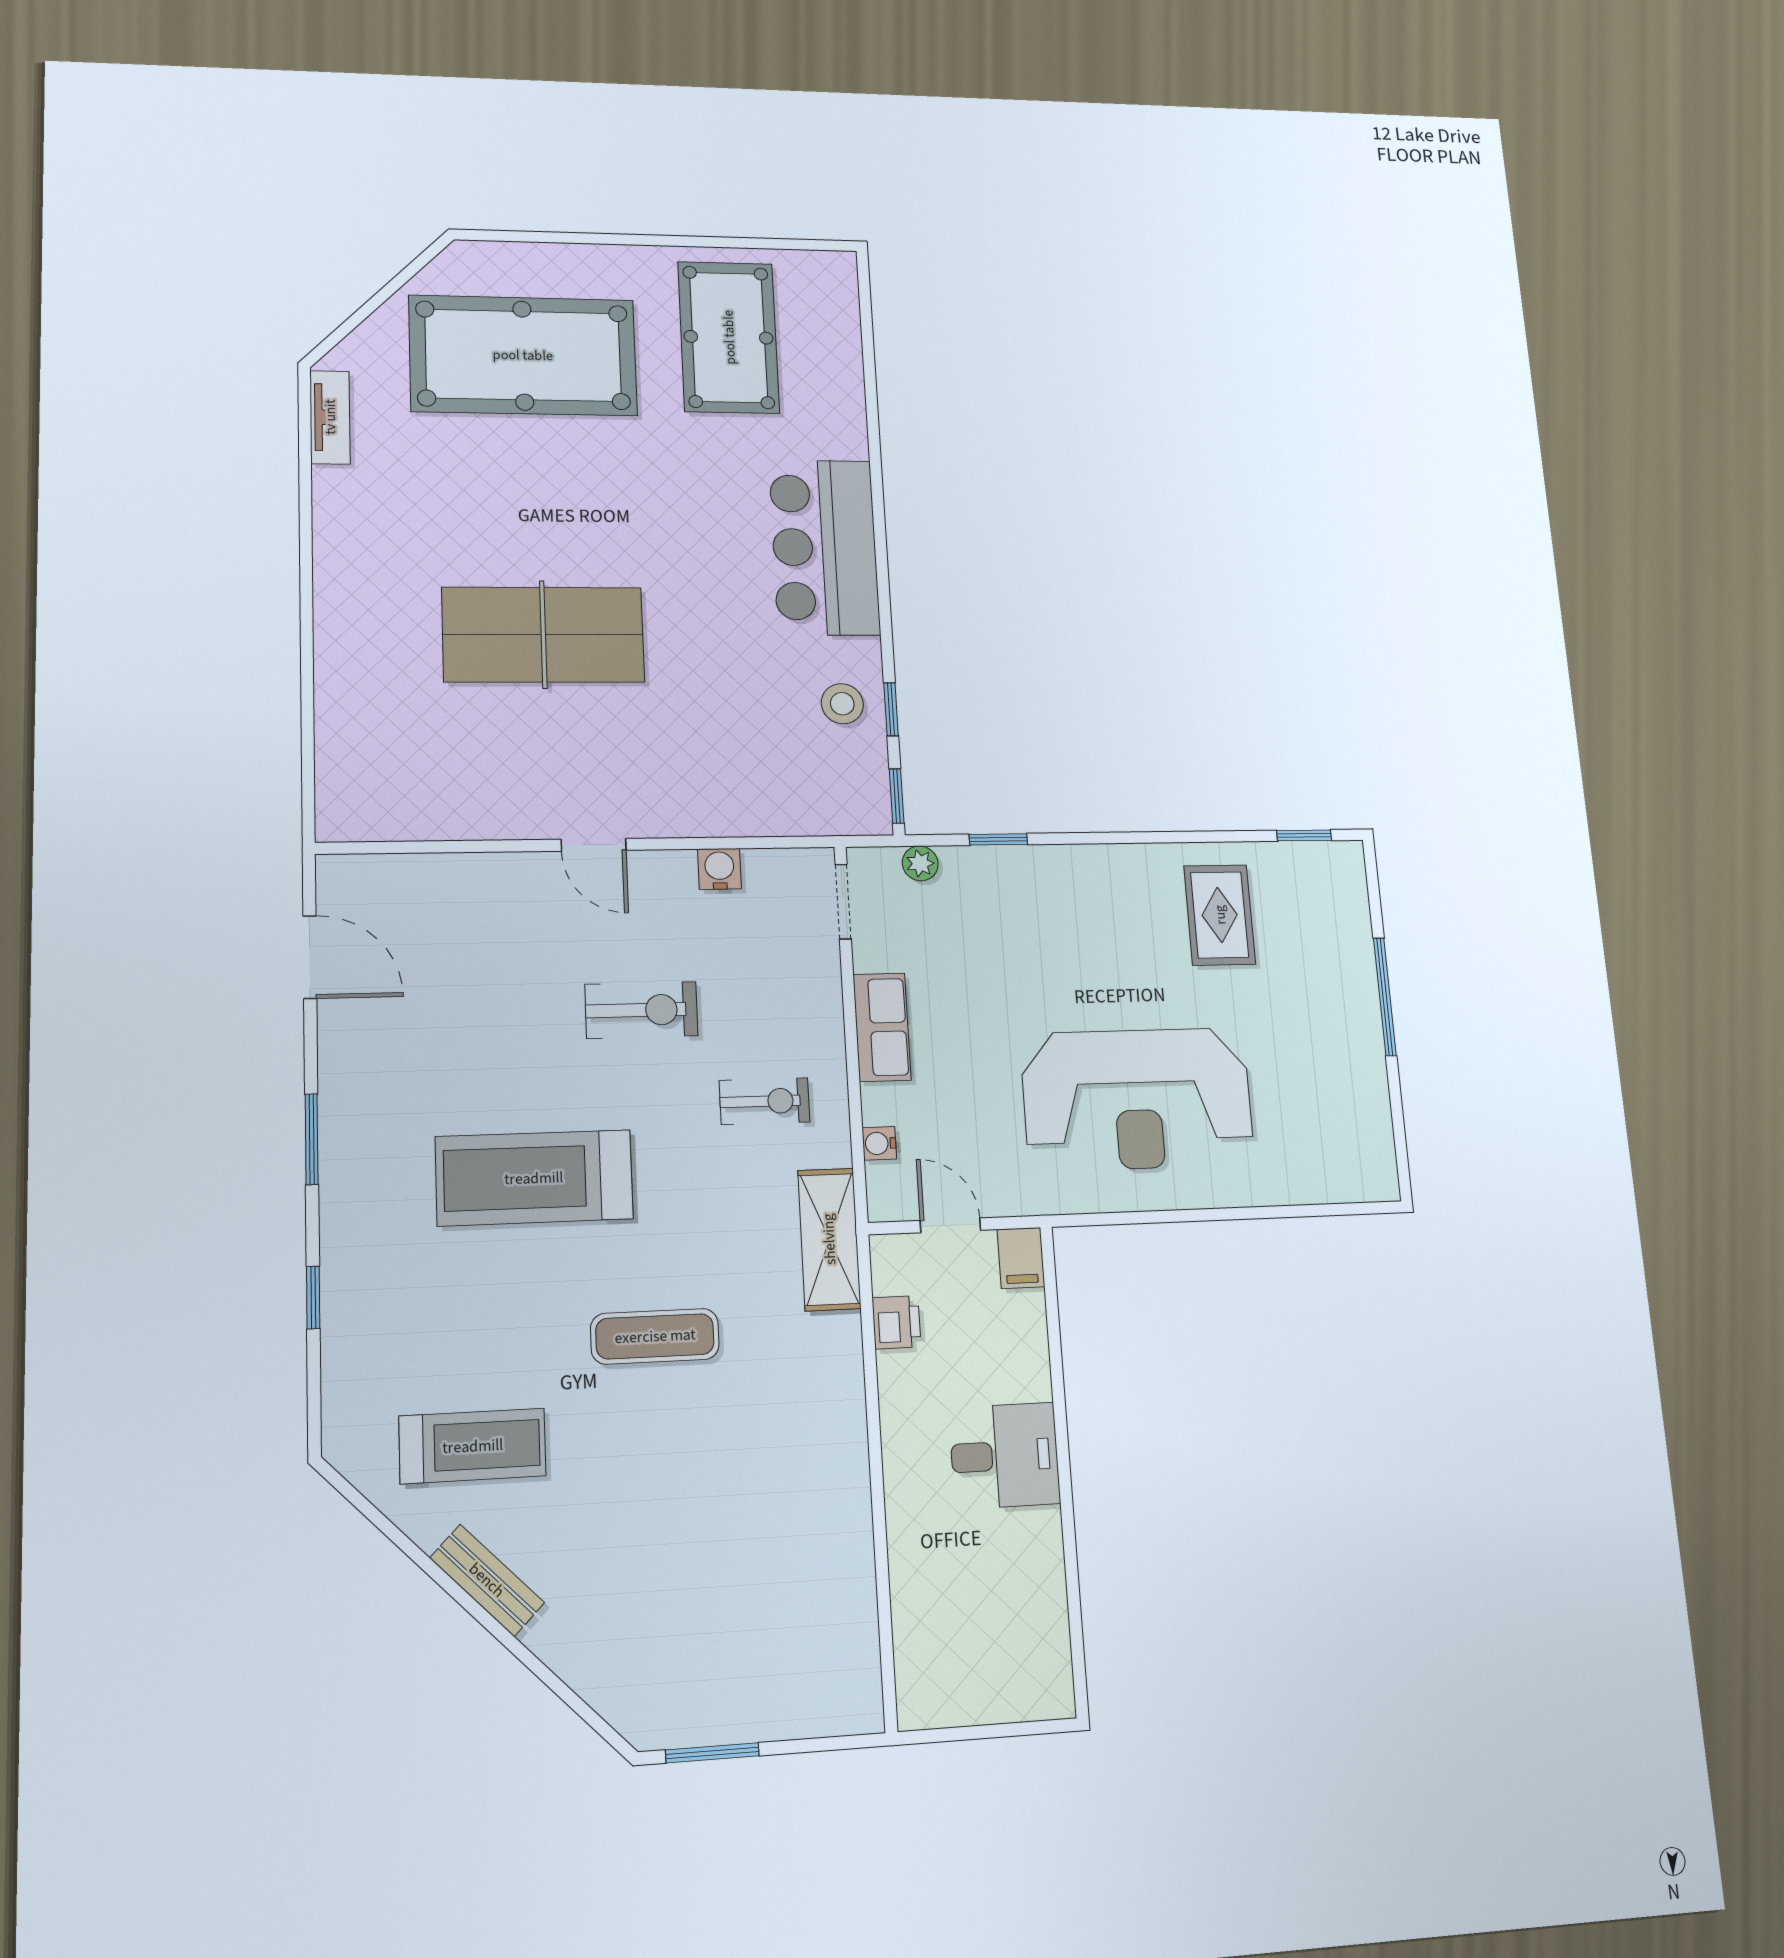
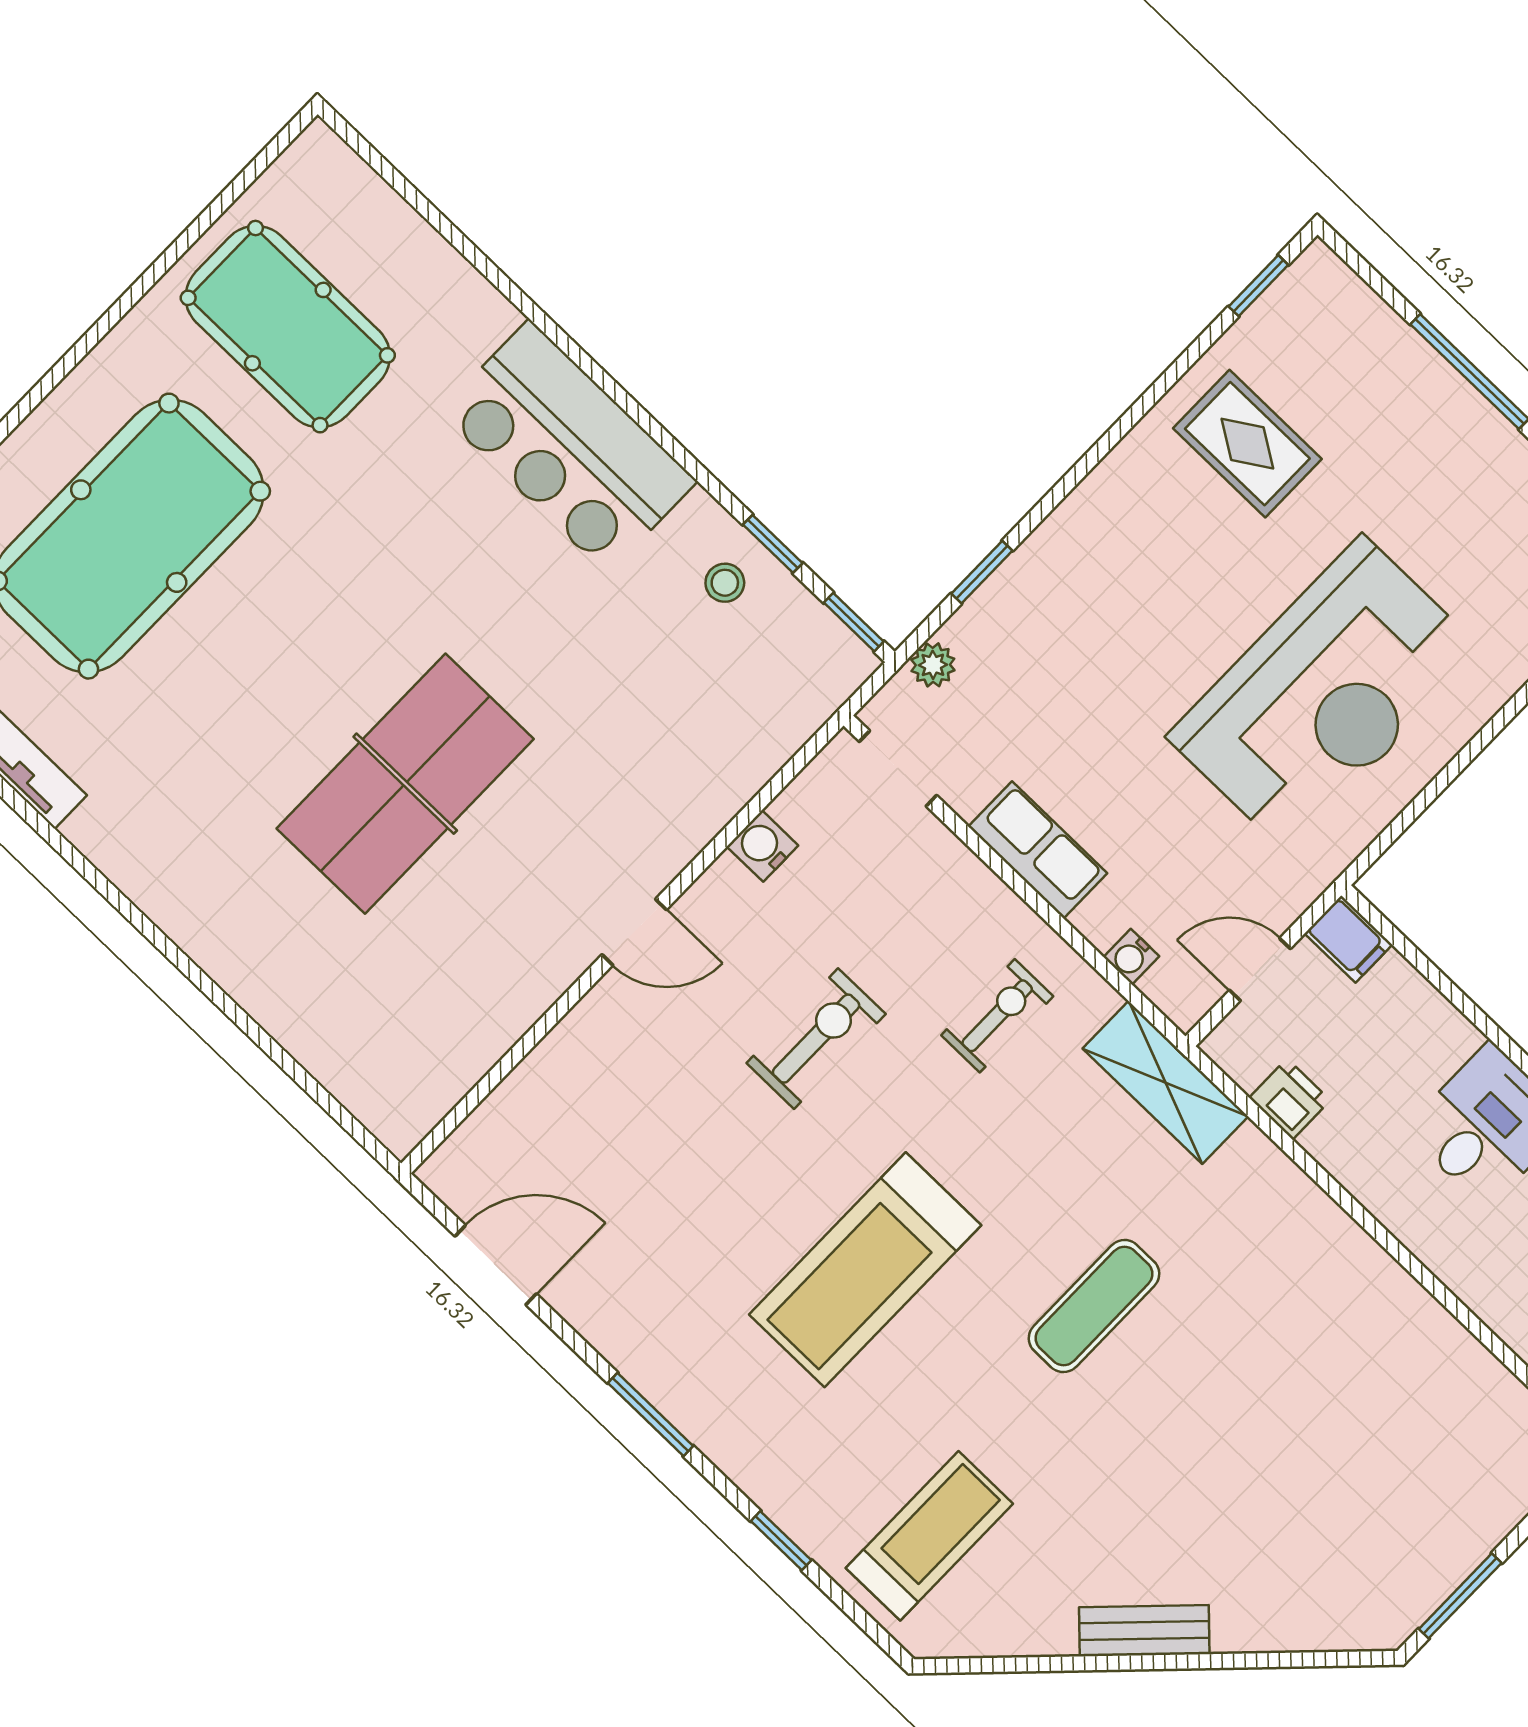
stool: (842, 704) -> (725, 583), width x0.73, depth x0.73
treadmill: (473, 1446) -> (929, 1536), moved

